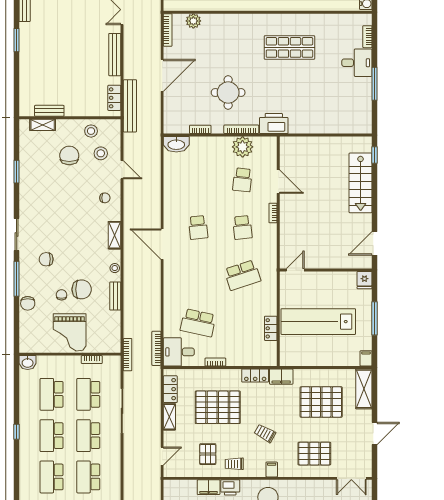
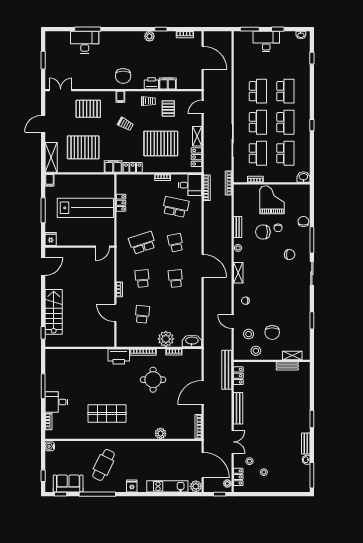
plant: (193, 21) -> (160, 433), moved
plant: (243, 147) -> (166, 339), moved
school desk: (198, 275) -> (176, 243), added

